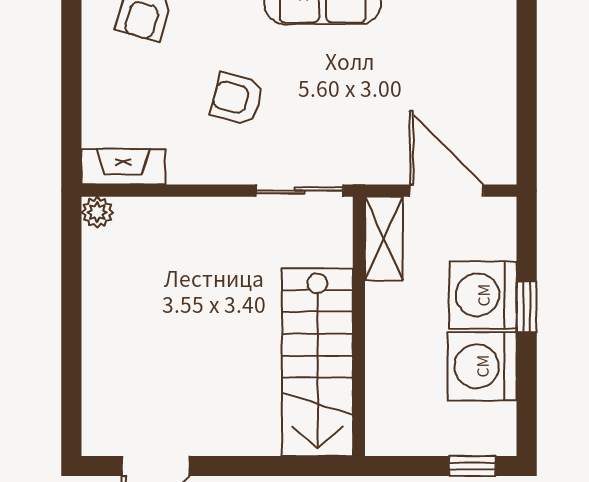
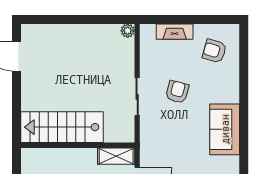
fireplace: (123, 167) -> (175, 32), moved, turned 90
sliding door: (300, 191) -> (137, 97), moved

